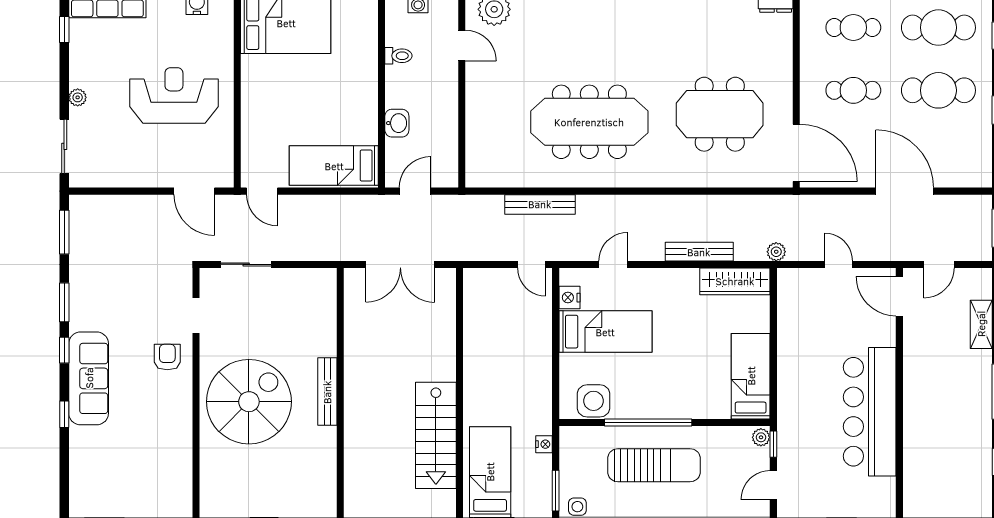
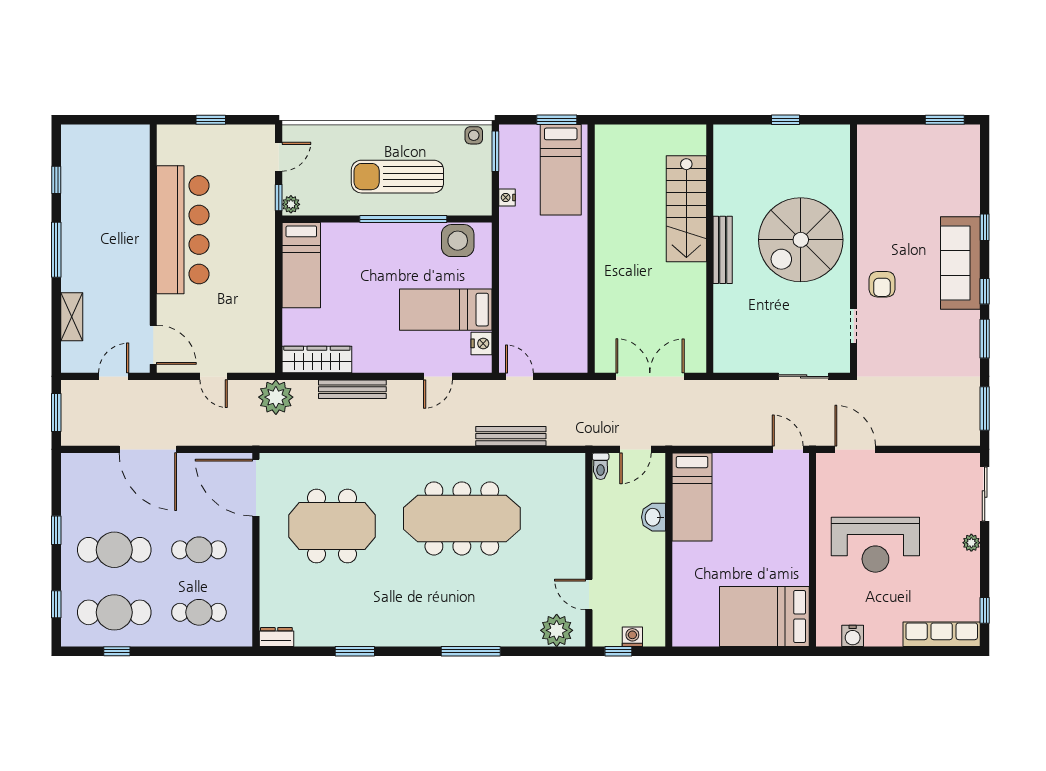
toilet: (398, 56) -> (601, 466), moved, turned -90
bed: (334, 166) -> (692, 497), moved, turned 90
plant: (776, 252) -> (276, 397), width x1.87, depth x1.87
stairs: (436, 435) -> (686, 209), moved, turned 180

